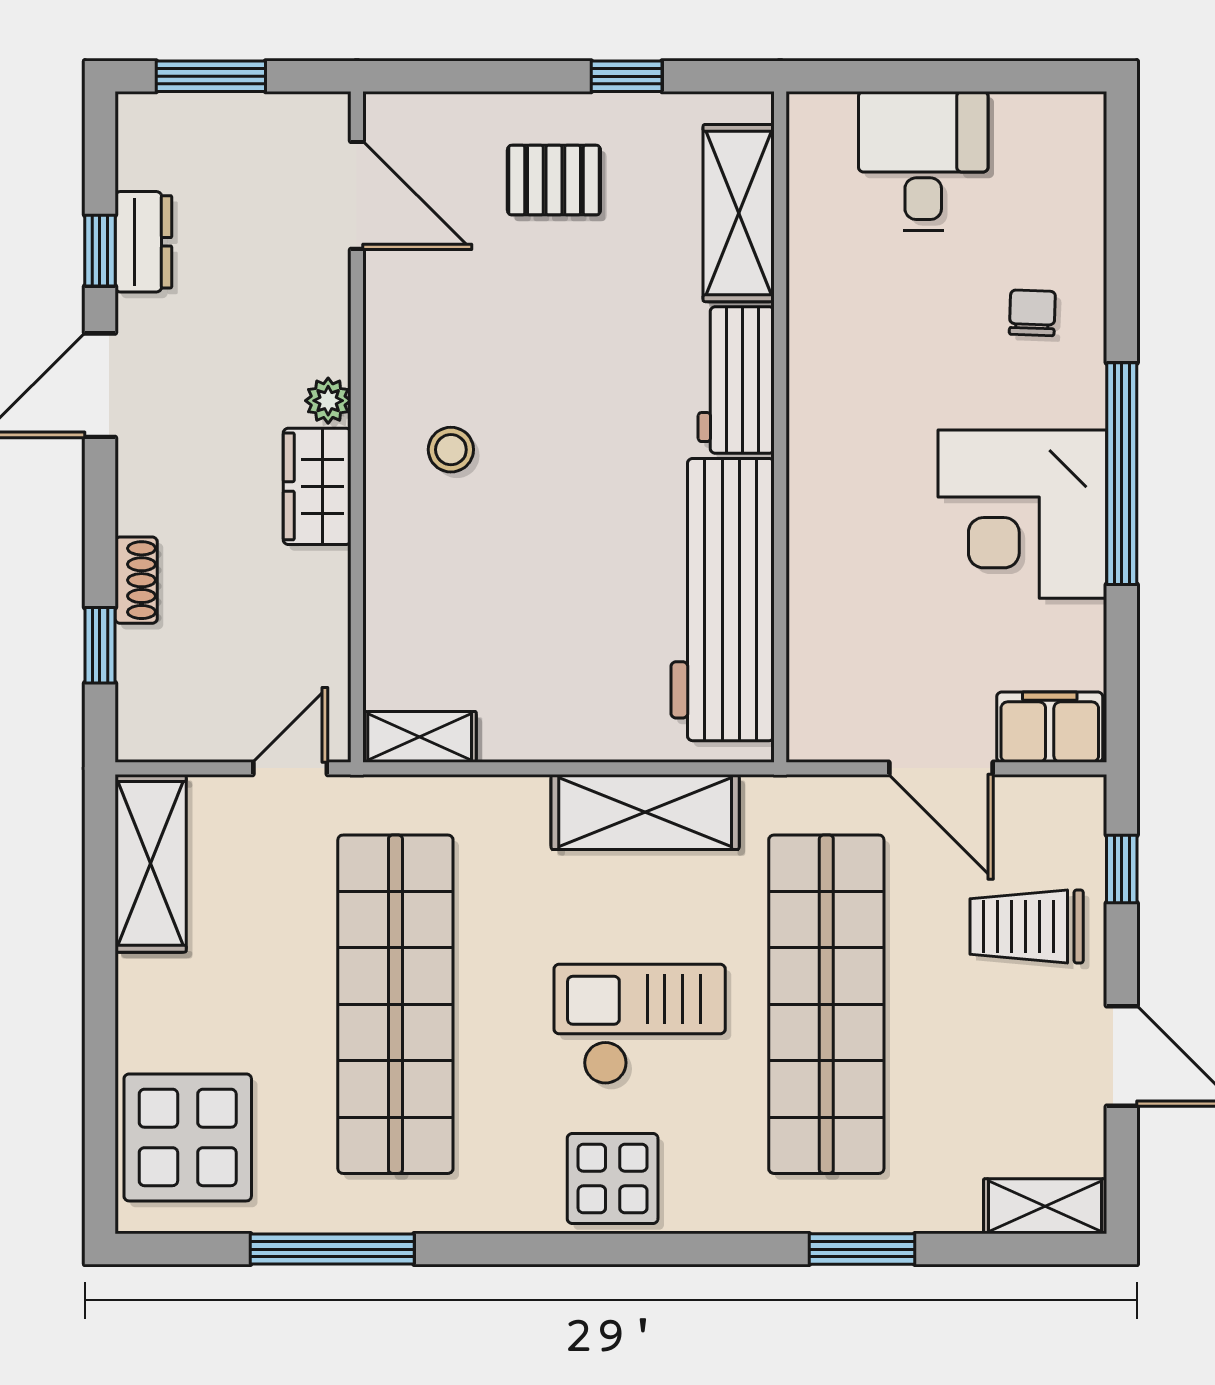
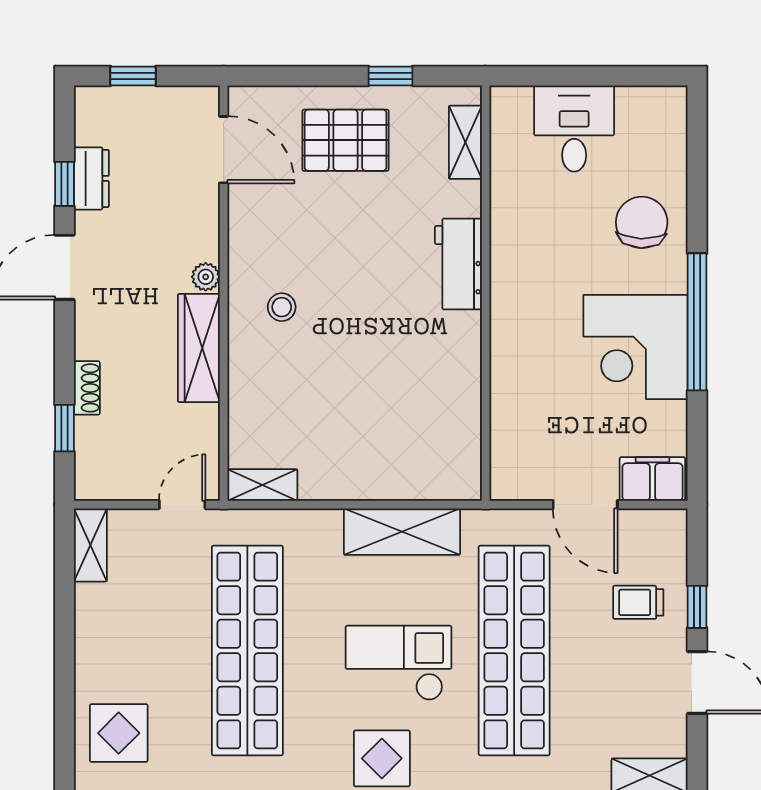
window: (211, 76) -> (133, 76), width x0.67
pallet: (554, 180) -> (345, 140), width x1.50, depth x1.42
shelving: (739, 213) -> (465, 142), width x0.67, depth x0.75
chair: (1032, 313) -> (642, 222), width x1.87, depth x1.87
wardrobe: (317, 486) -> (199, 348), width x1.50
workbench: (723, 600) -> (450, 400), removed
shelving: (151, 863) -> (90, 545), width x0.67, depth x0.75
window: (1122, 869) -> (697, 607), moved
trolley: (1027, 926) -> (638, 602), width x0.73, depth x0.72
display table: (188, 1137) -> (119, 733), width x0.73, depth x0.73

